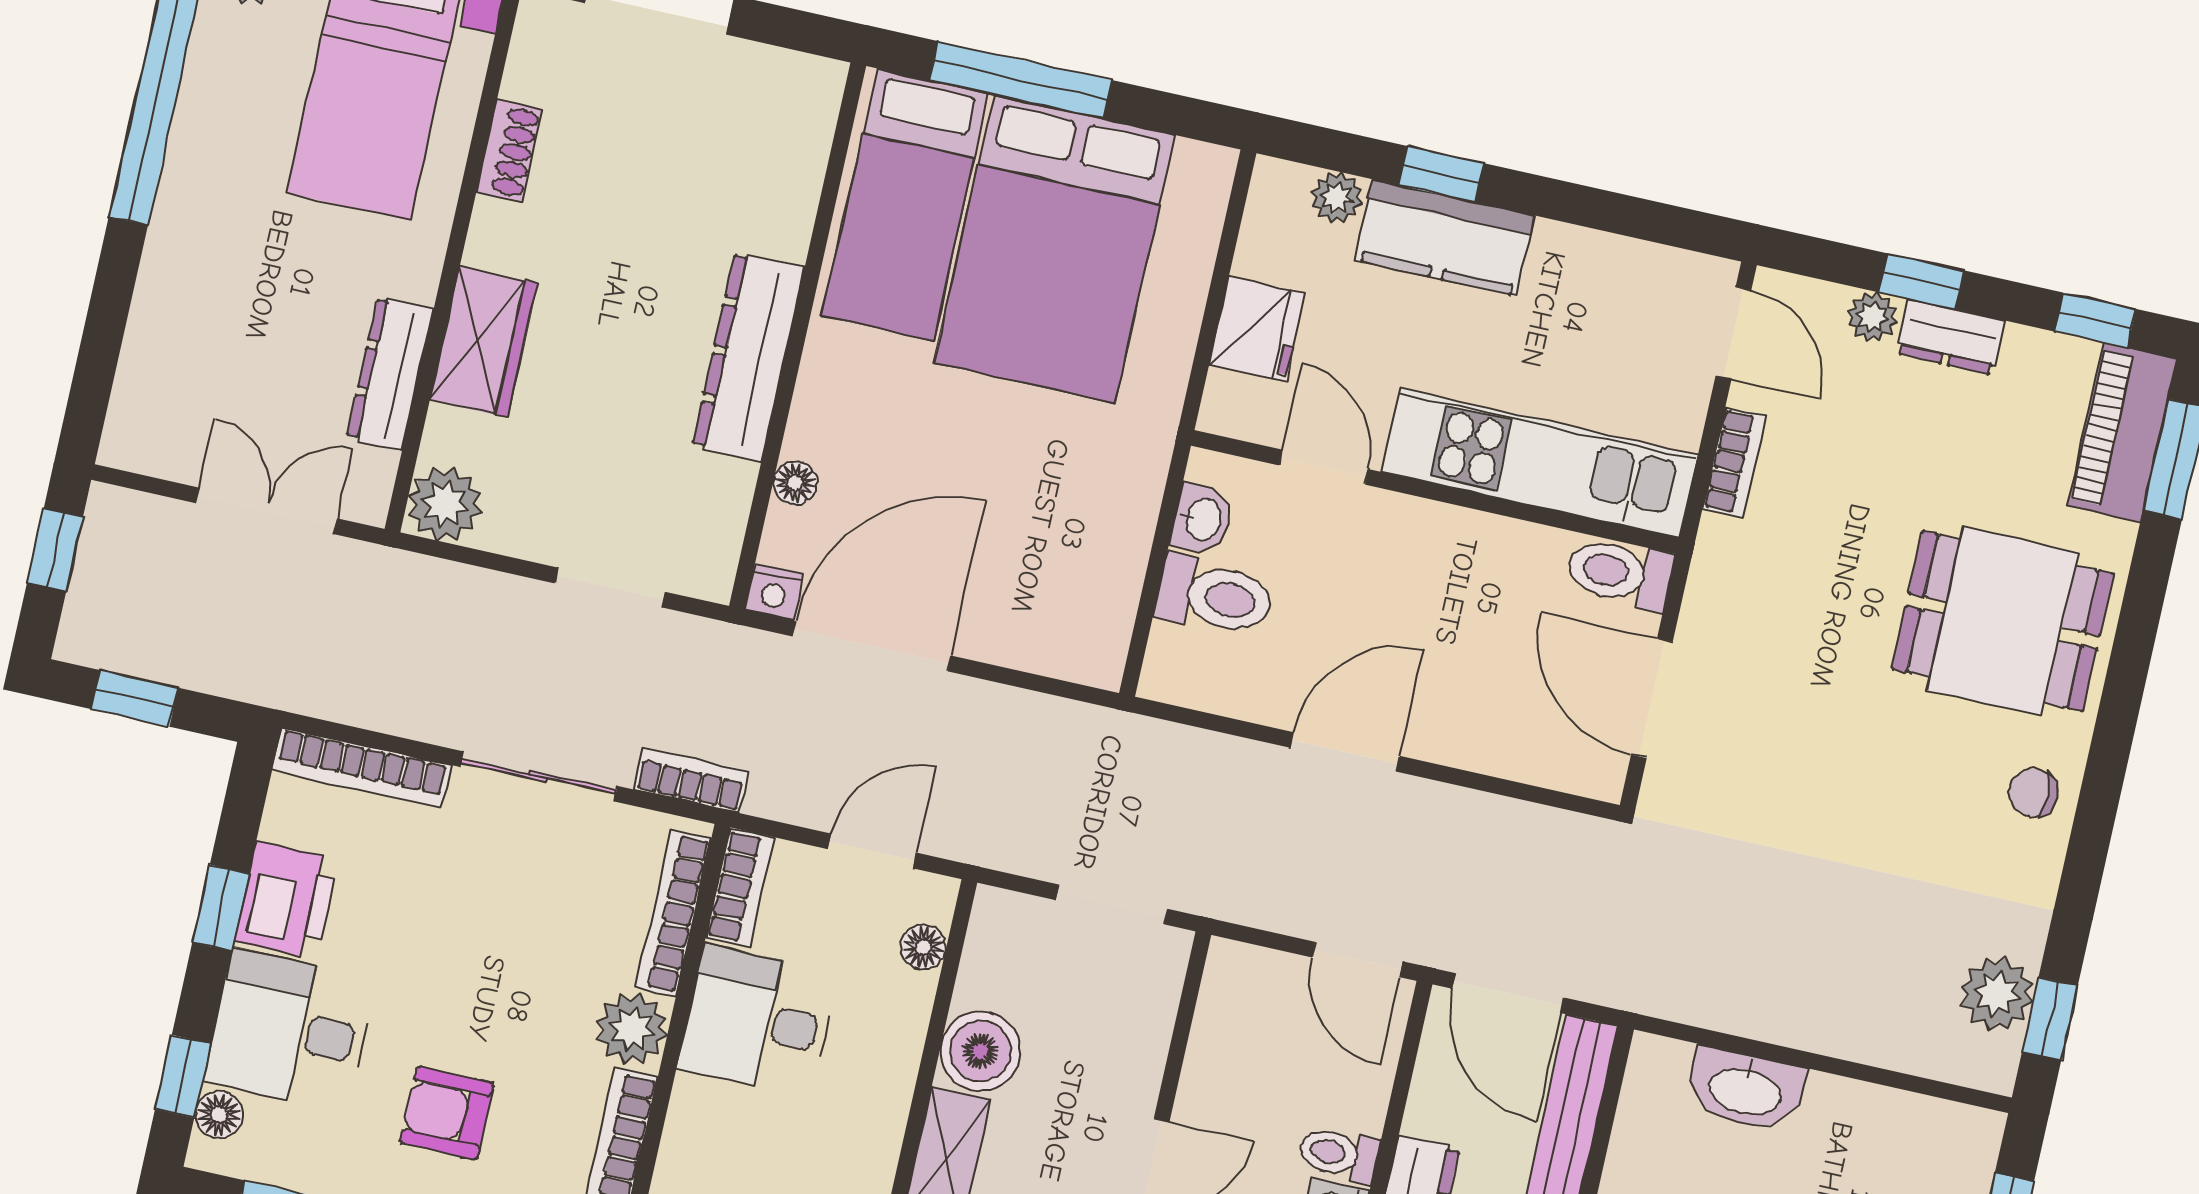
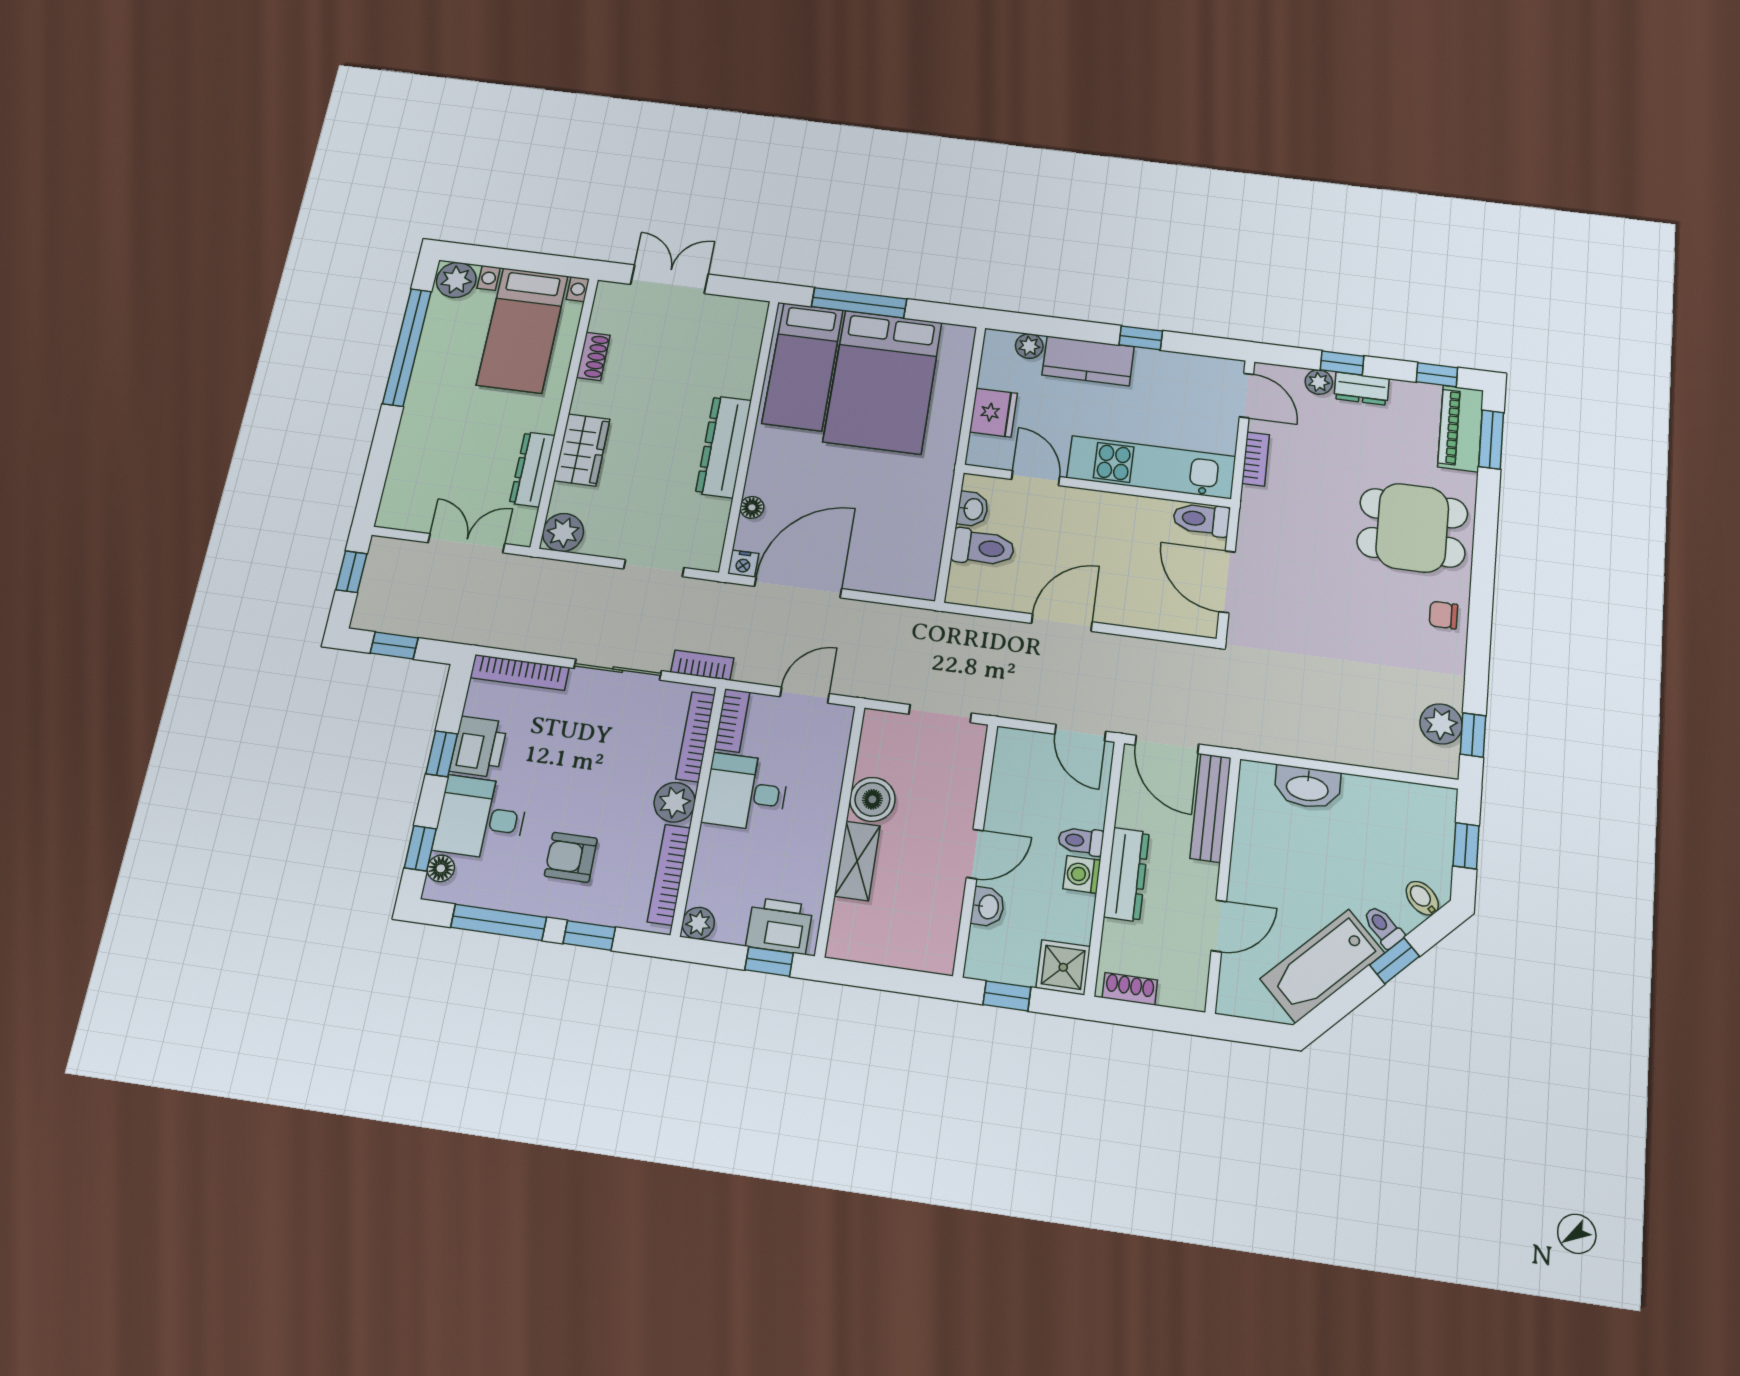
window: (1441, 174) -> (1141, 338), moved
floor lamp: (923, 947) -> (836, 745), removed

